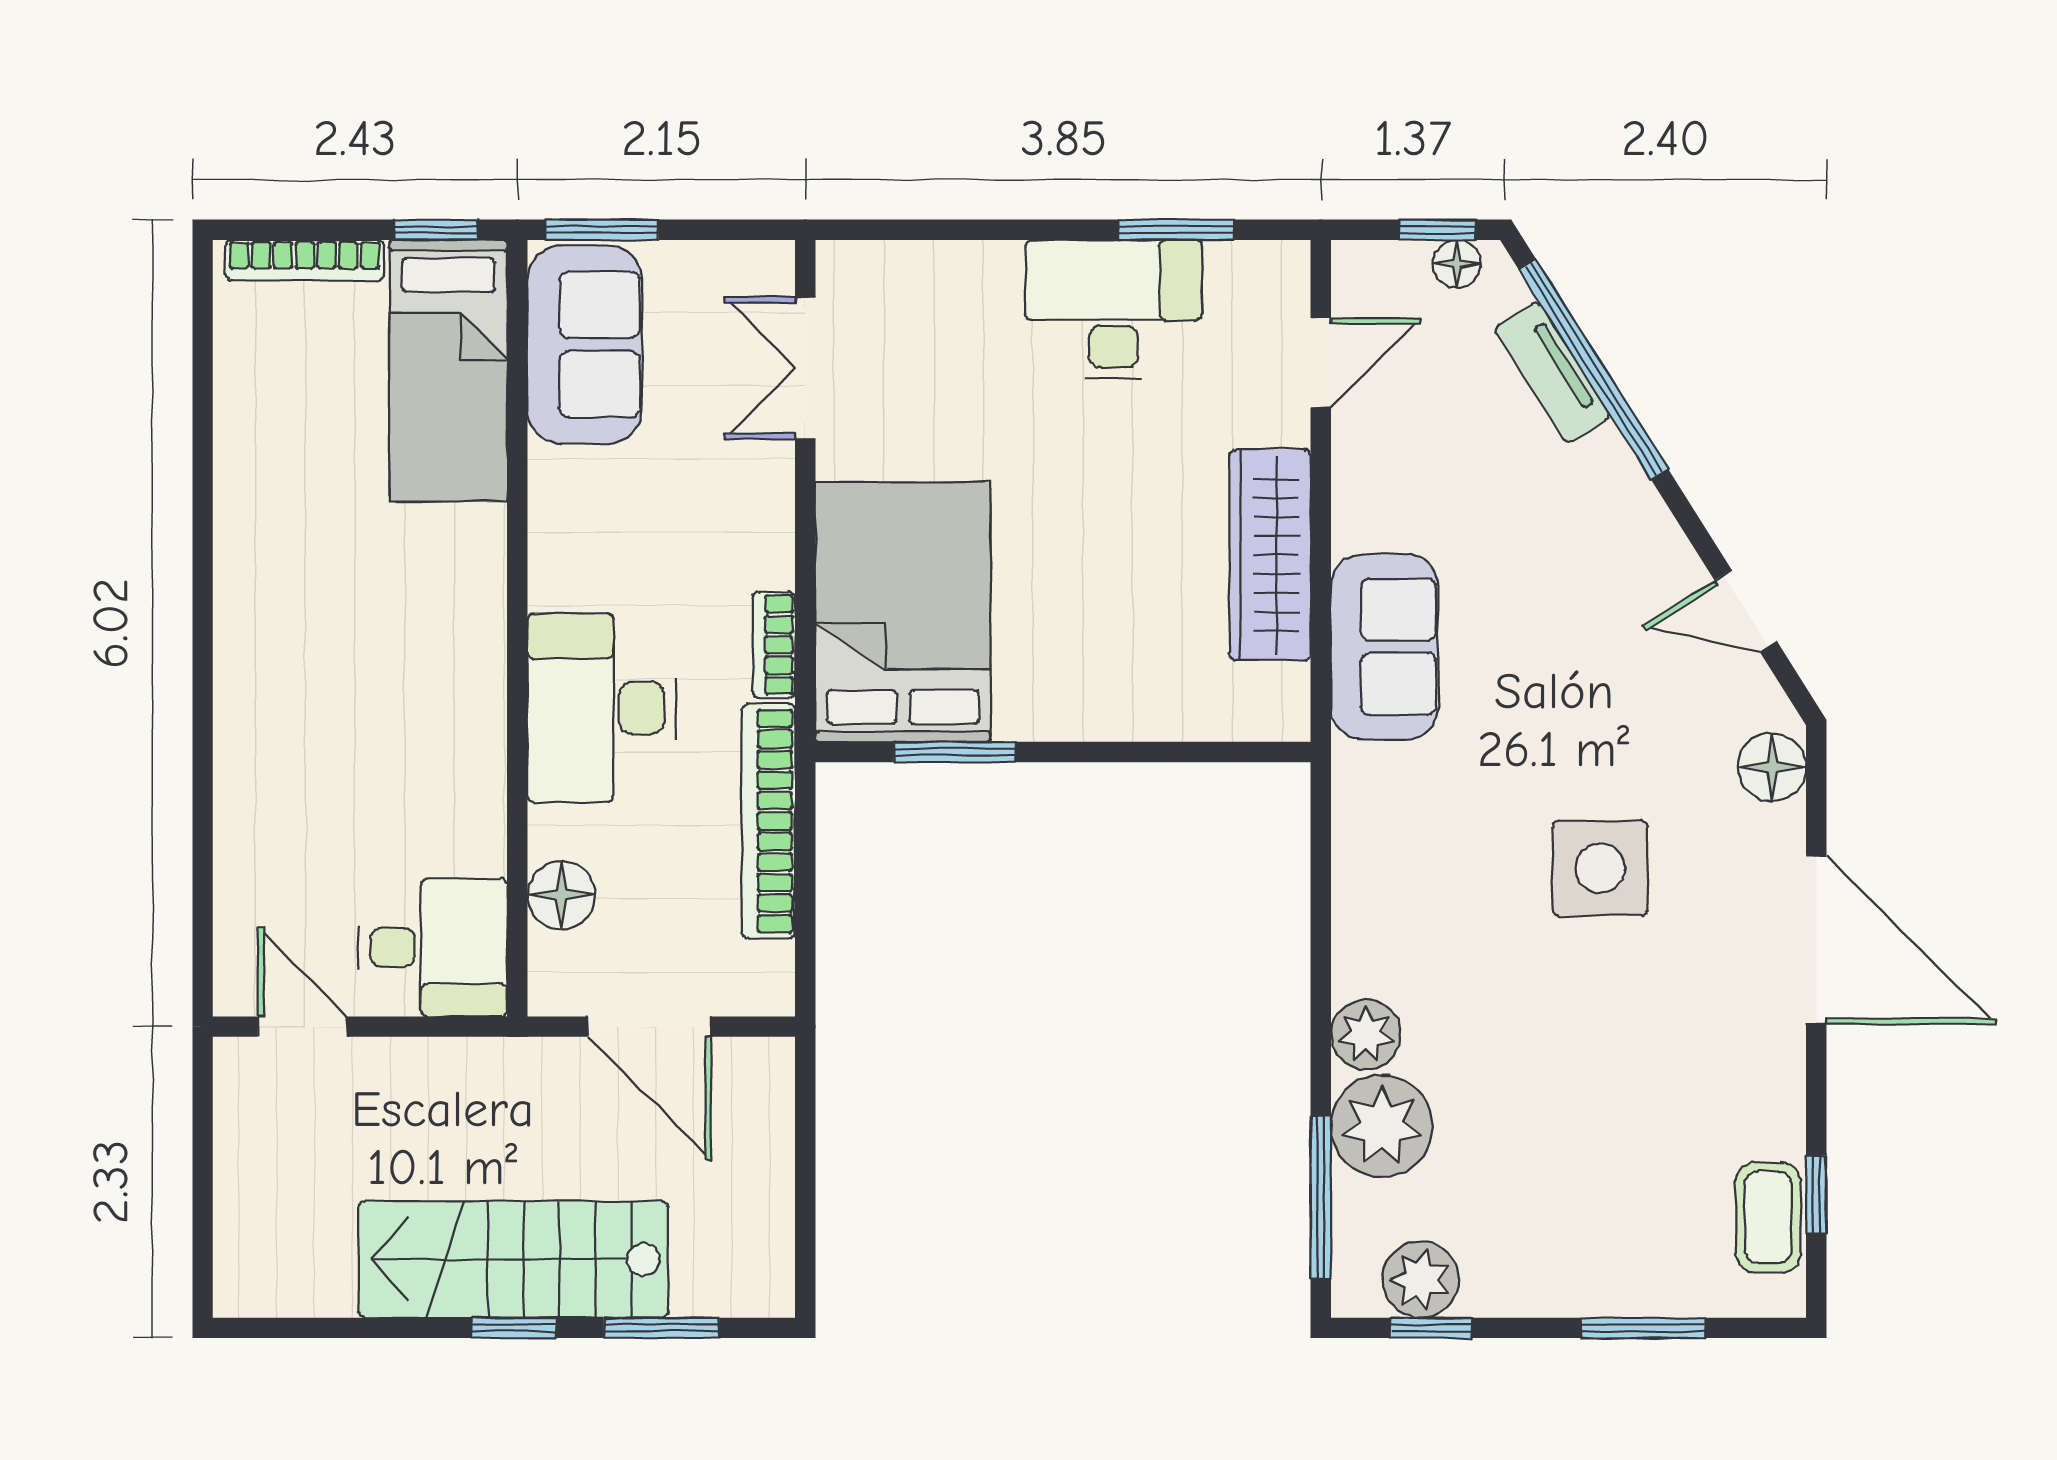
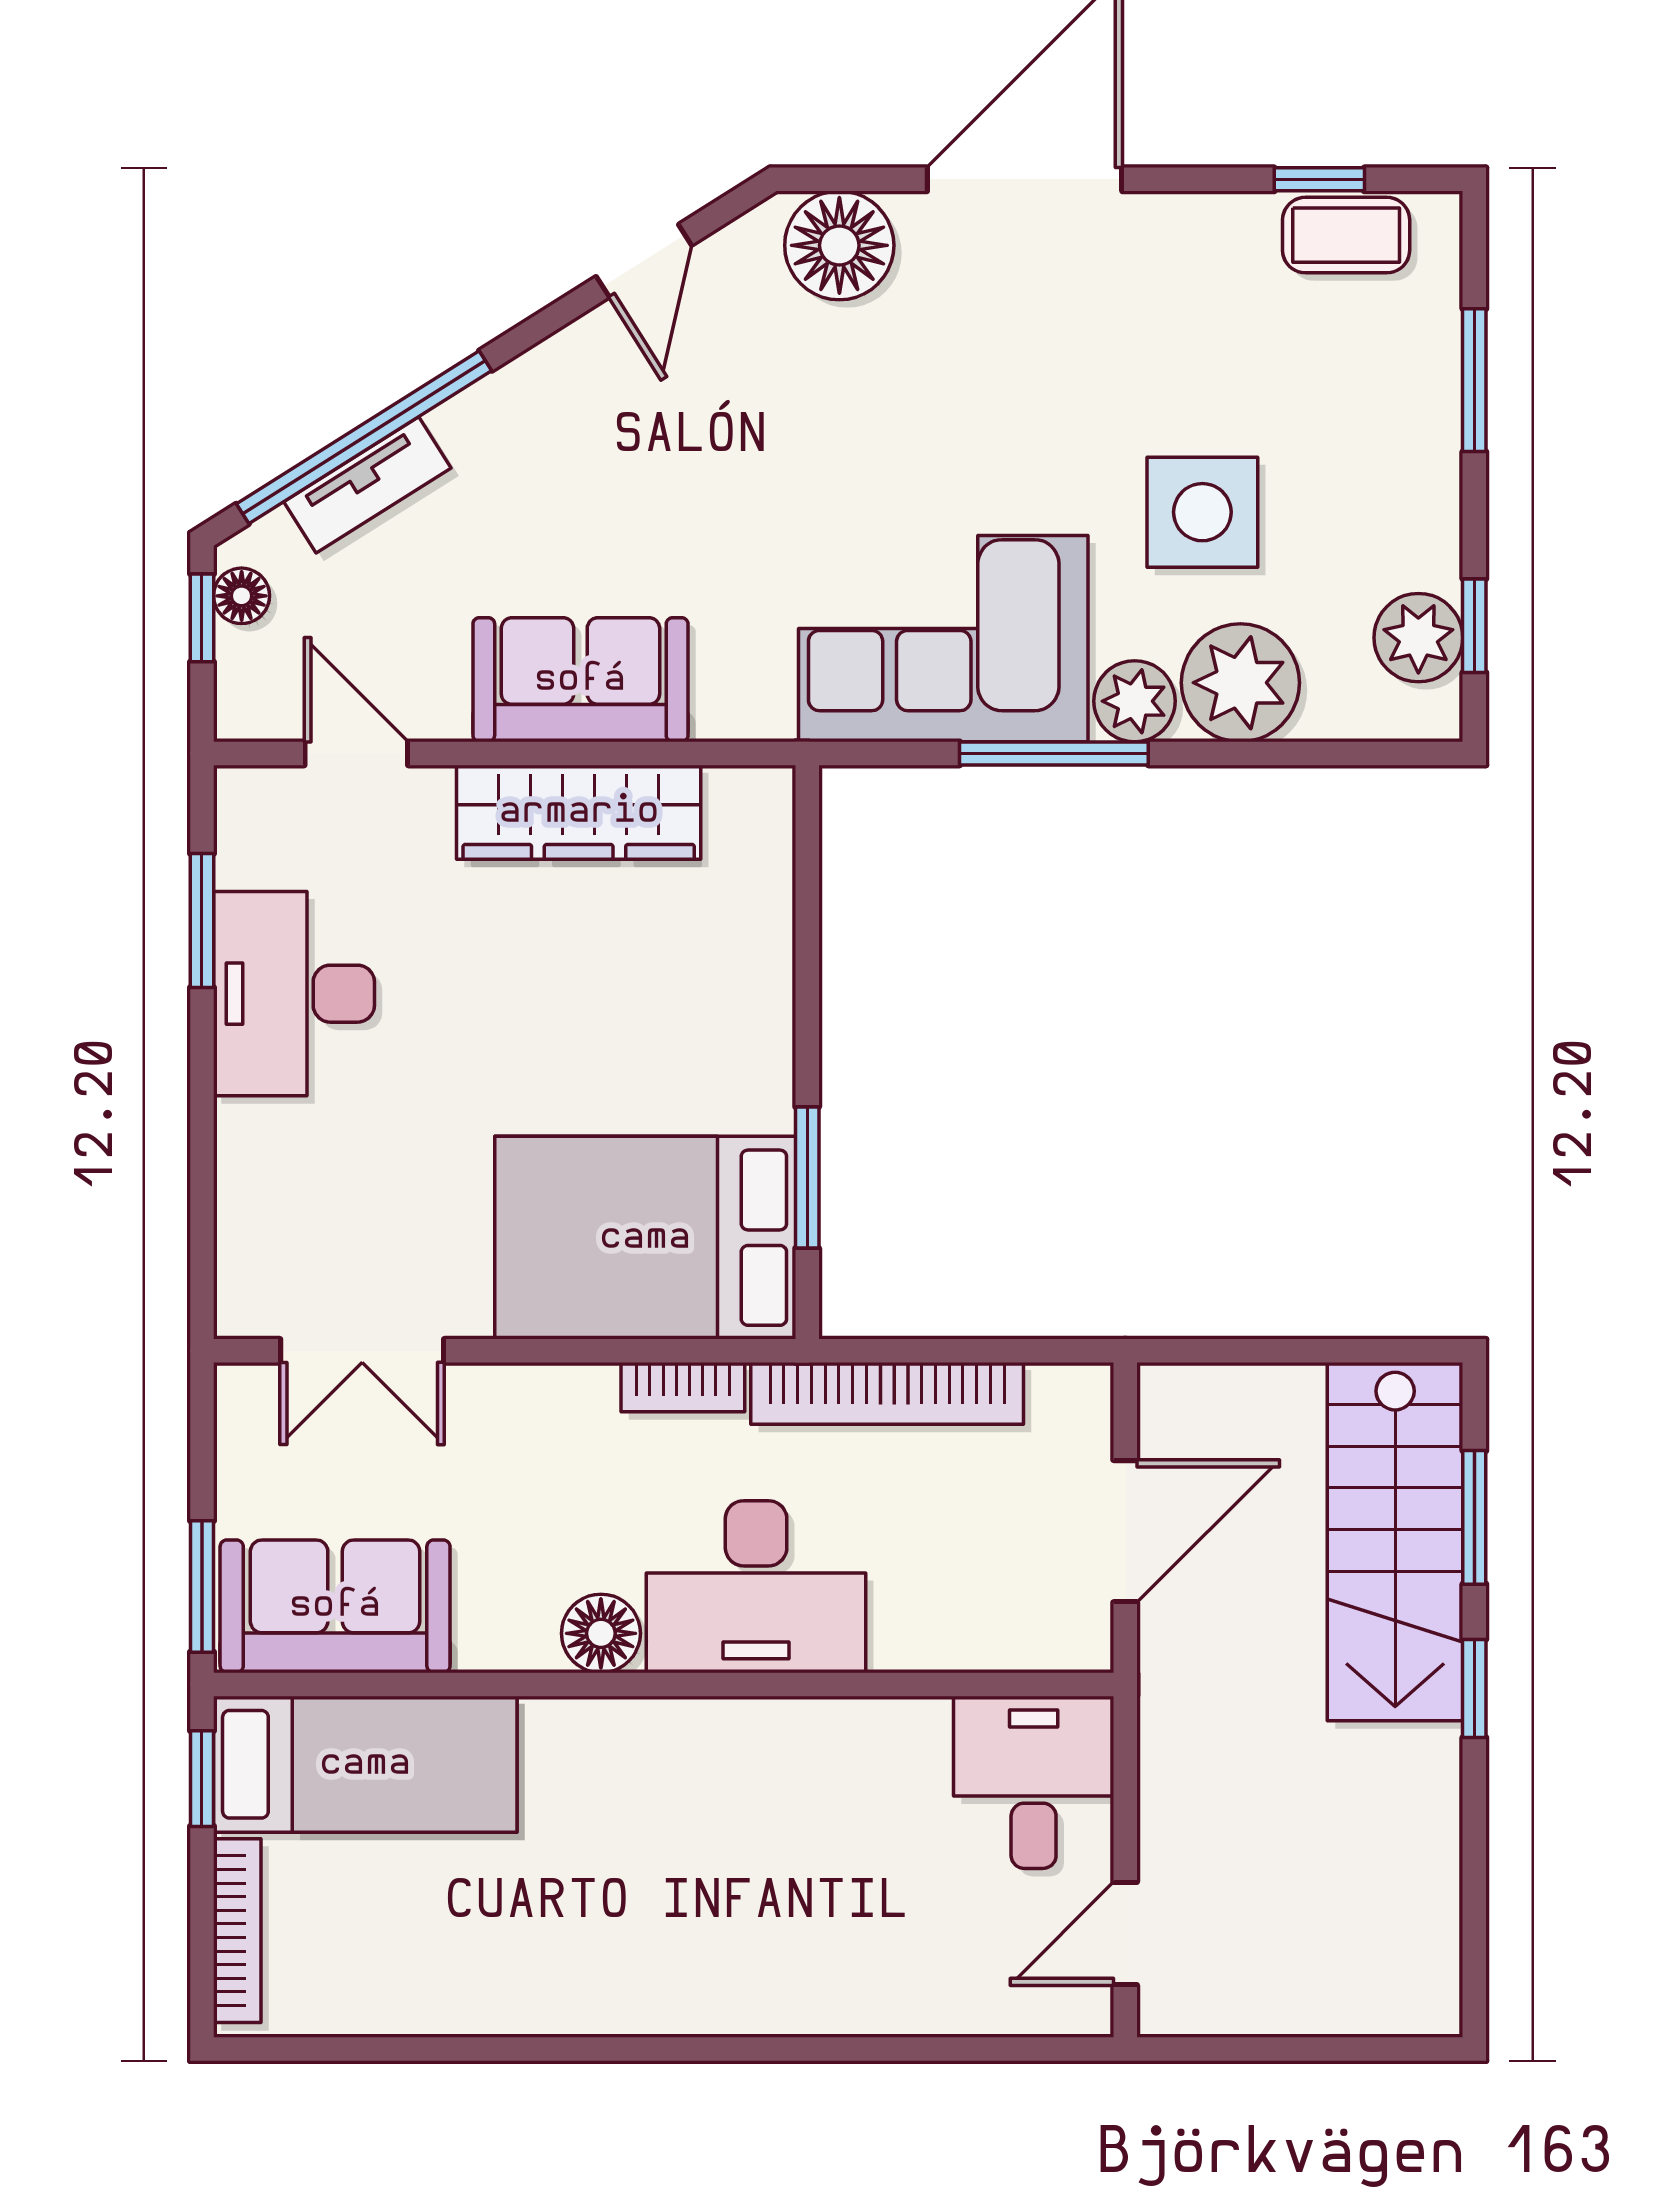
sofa: (1384, 647) -> (580, 680), moved
floor lamp: (1772, 767) -> (839, 245), width x1.38, depth x1.38
side table: (1600, 868) -> (1202, 512), moved
corner sofa: (1420, 869) -> (943, 639), added
floor lamp: (561, 895) -> (601, 1633), moved
window: (1321, 1197) -> (1054, 753), moved
stairs: (513, 1259) -> (1395, 1542), moved

